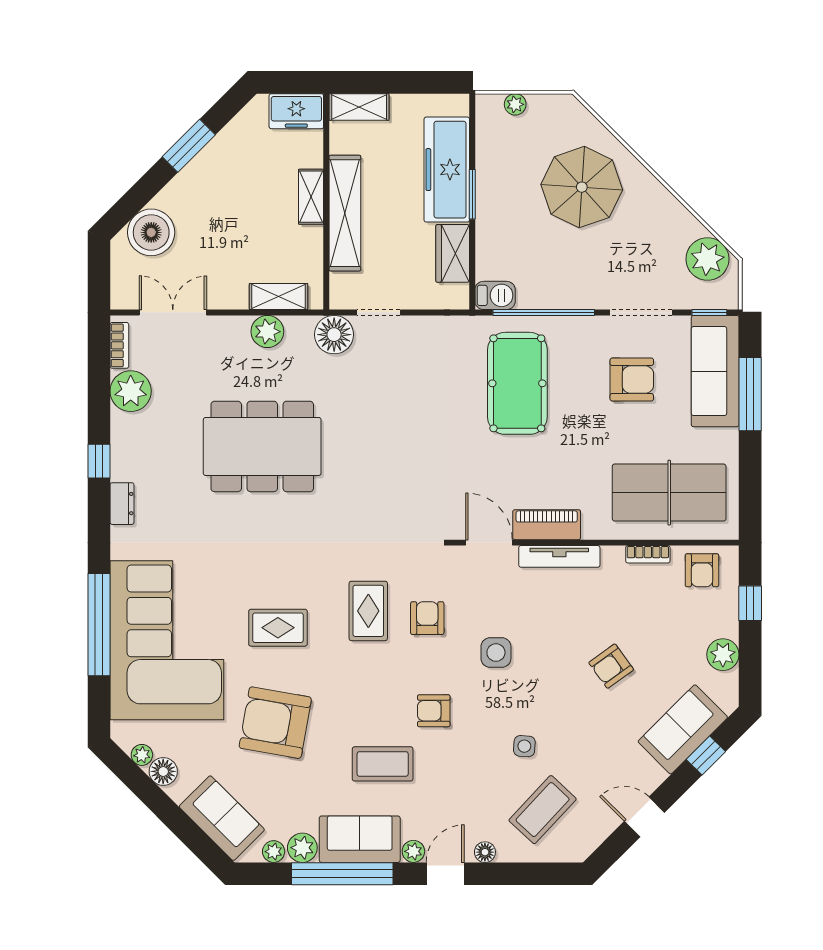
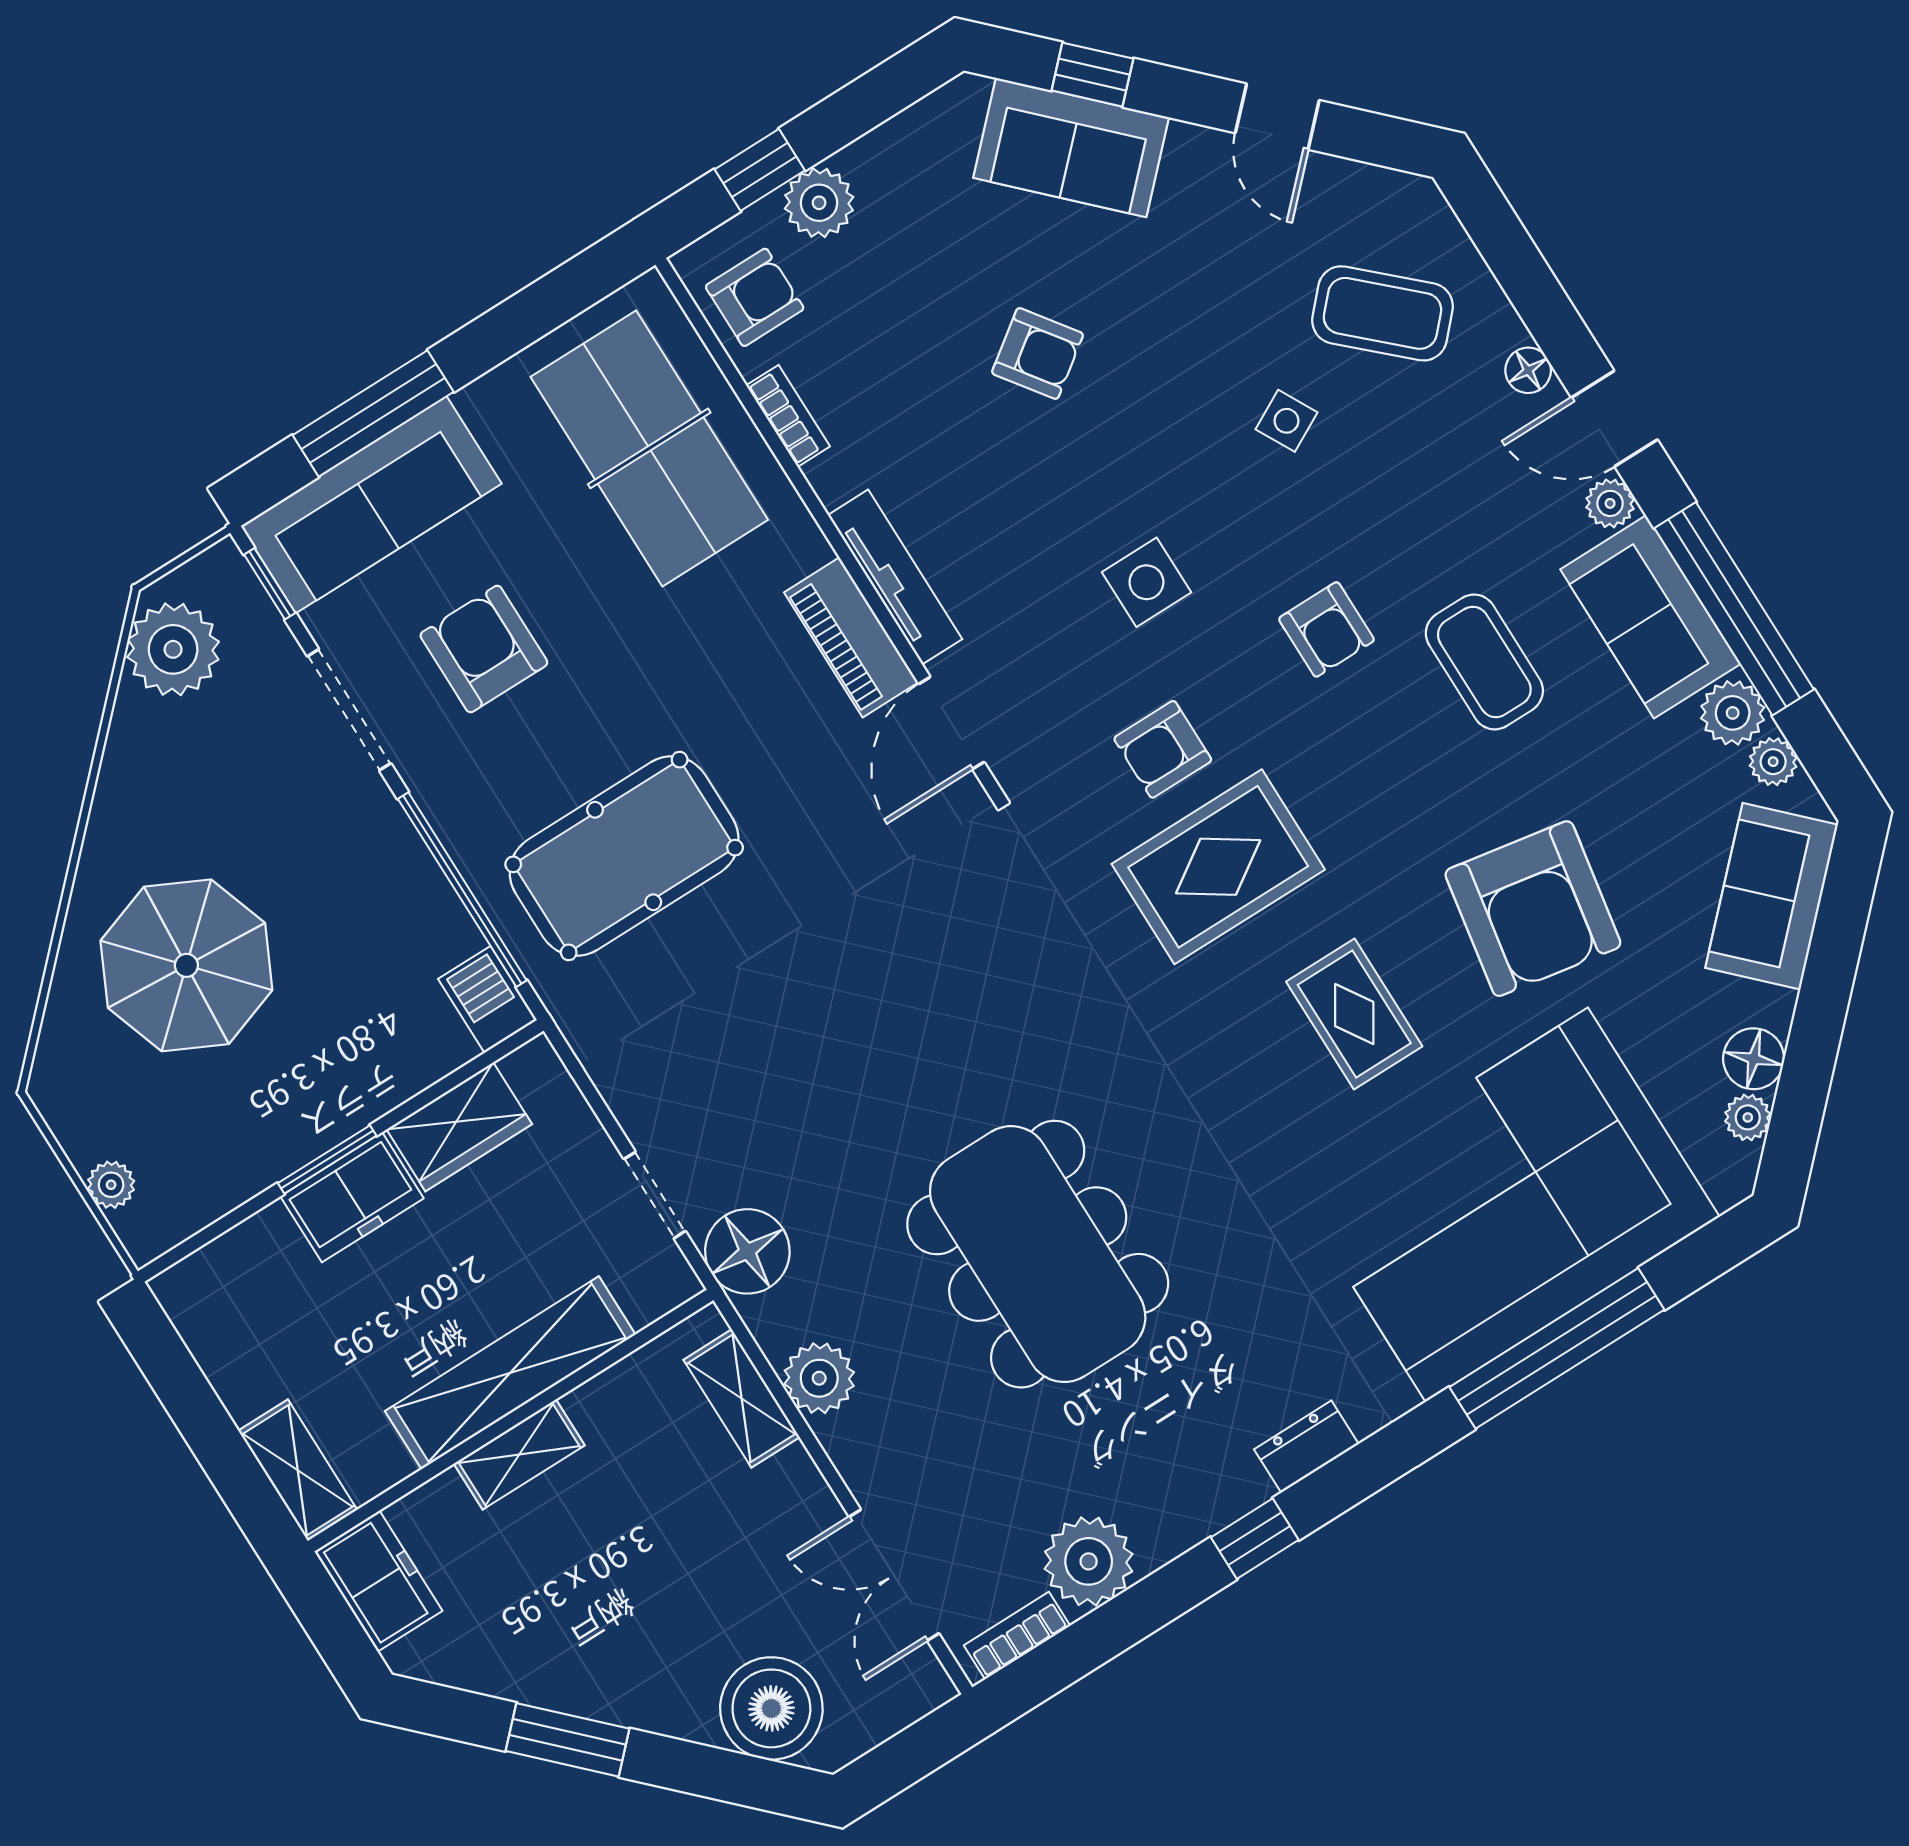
freezer: (447, 170) -> (352, 1197), width x0.52, depth x0.79
rug: (368, 611) -> (1218, 867), width x1.36, depth x1.43
plant: (723, 655) -> (819, 203), moved
side table: (524, 746) -> (1286, 421), turned -32

